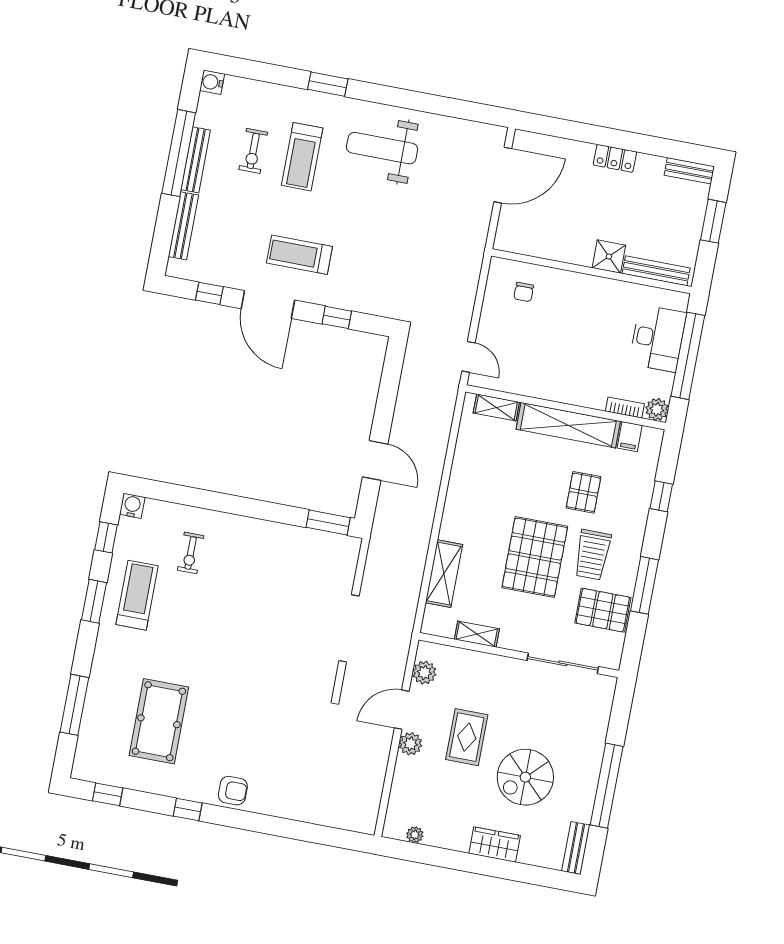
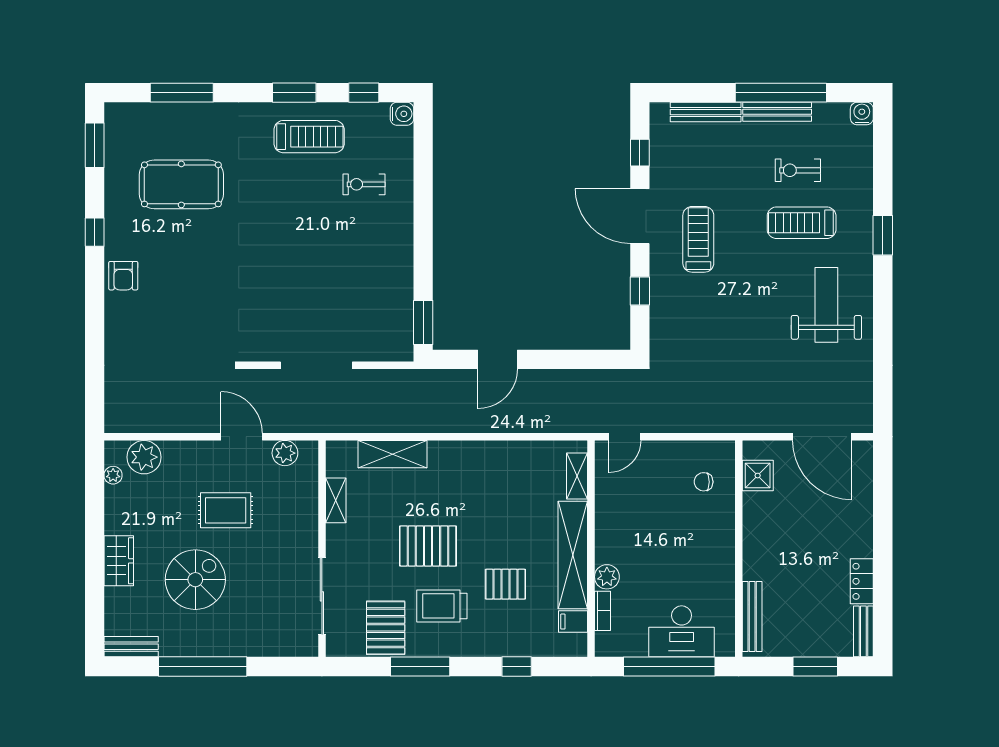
locker: (615, 158) -> (862, 581), moved
shower: (609, 257) -> (758, 476), moved
door: (268, 304) -> (640, 216), hinge flipped
plant: (657, 409) -> (607, 577), moved
pallet: (535, 557) -> (428, 546), width x0.73, depth x0.71
plant: (411, 744) -> (144, 457), moved, width x1.36, depth x1.36
spiral stairs: (525, 777) -> (195, 580), turned 90
window: (108, 794) -> (95, 145), width x1.50

